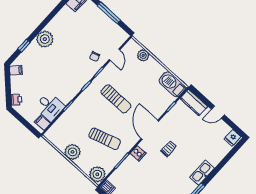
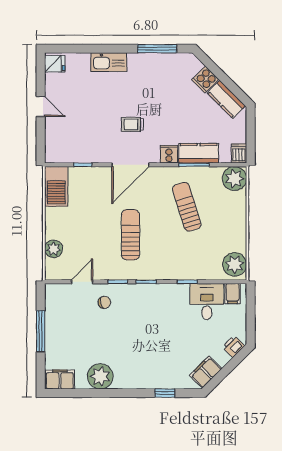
plant: (45, 39) -> (100, 376), moved
filing cabinet: (16, 70) -> (206, 372), width x2.00
kitchen counter: (194, 103) -> (199, 153), moved, turned -90
plant: (73, 152) -> (235, 264), moved
kitchen sink: (202, 173) -> (109, 62), moved

